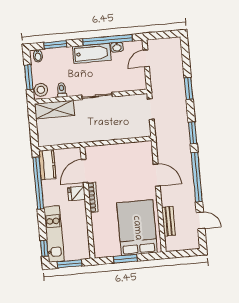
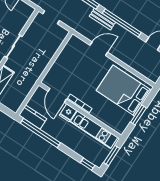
bench: (168, 221) -> (102, 19), moved
kitchen unit: (54, 234) -> (94, 130), moved, turned 180

